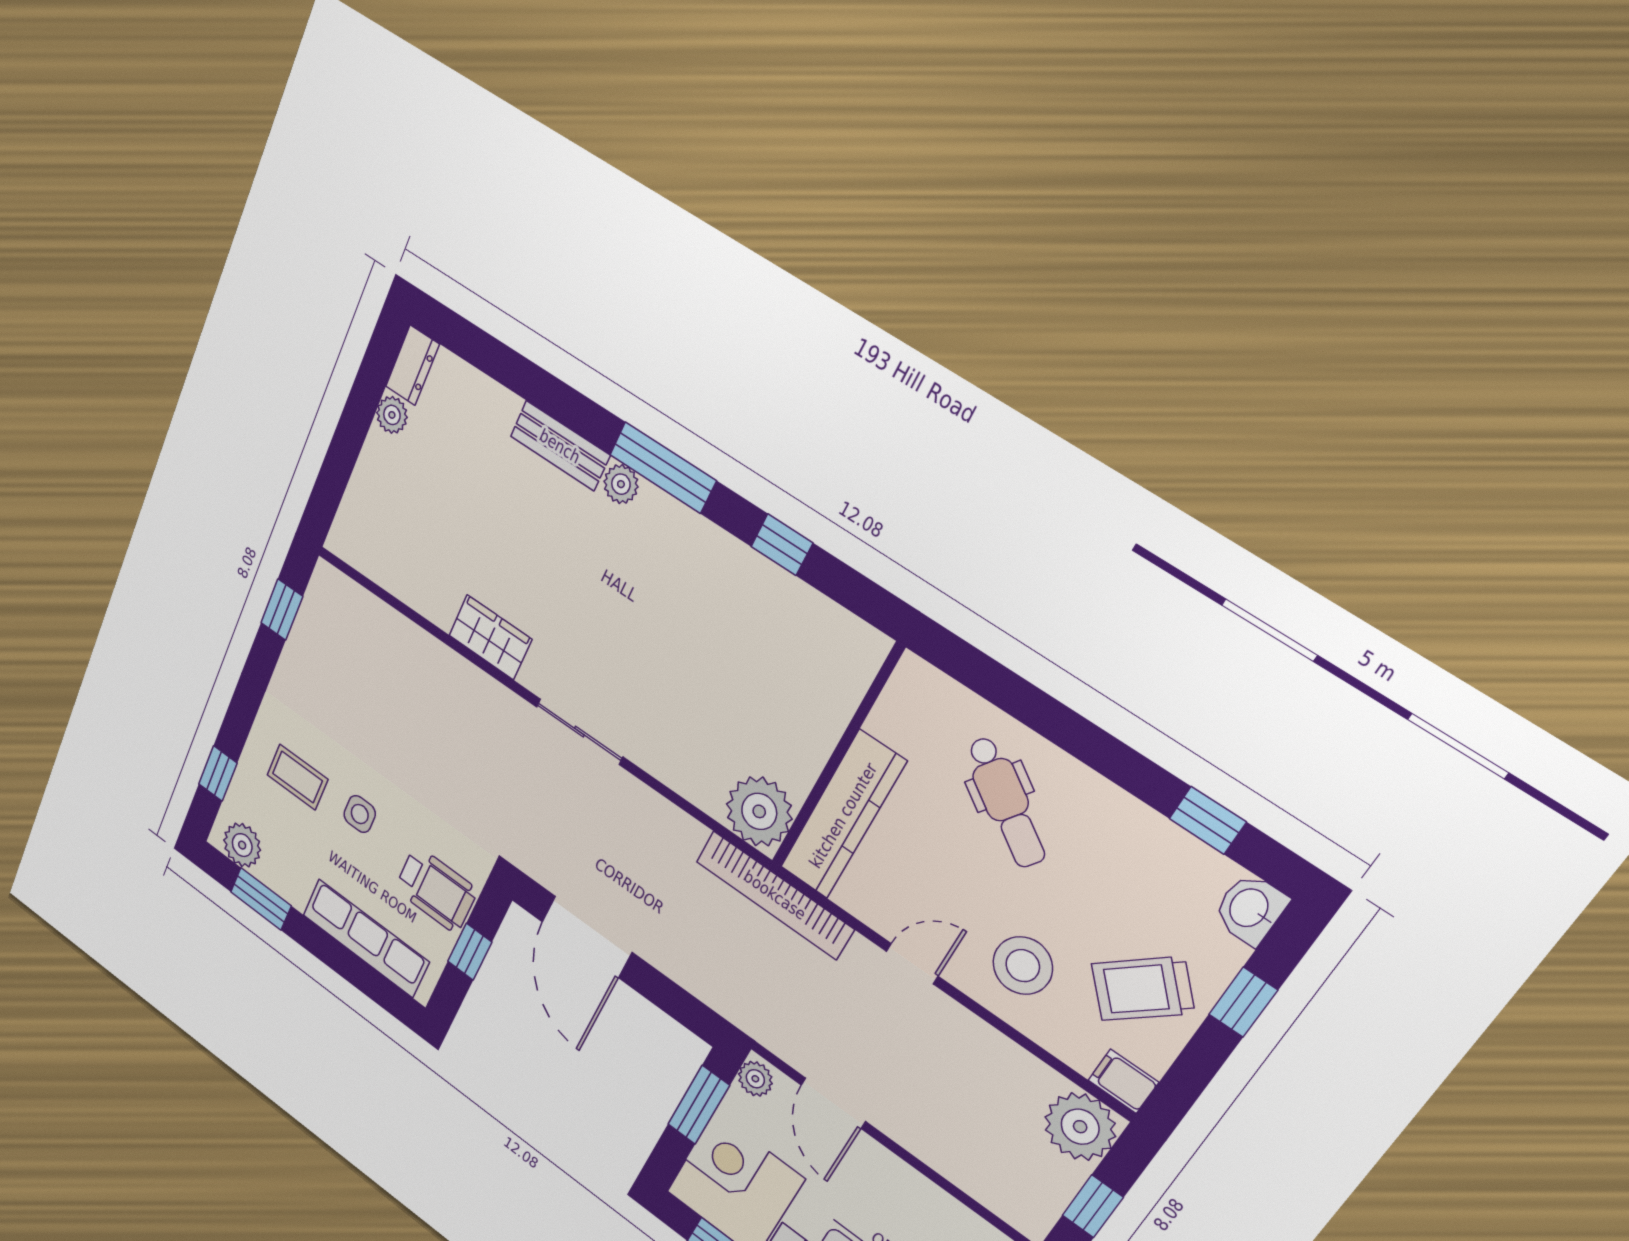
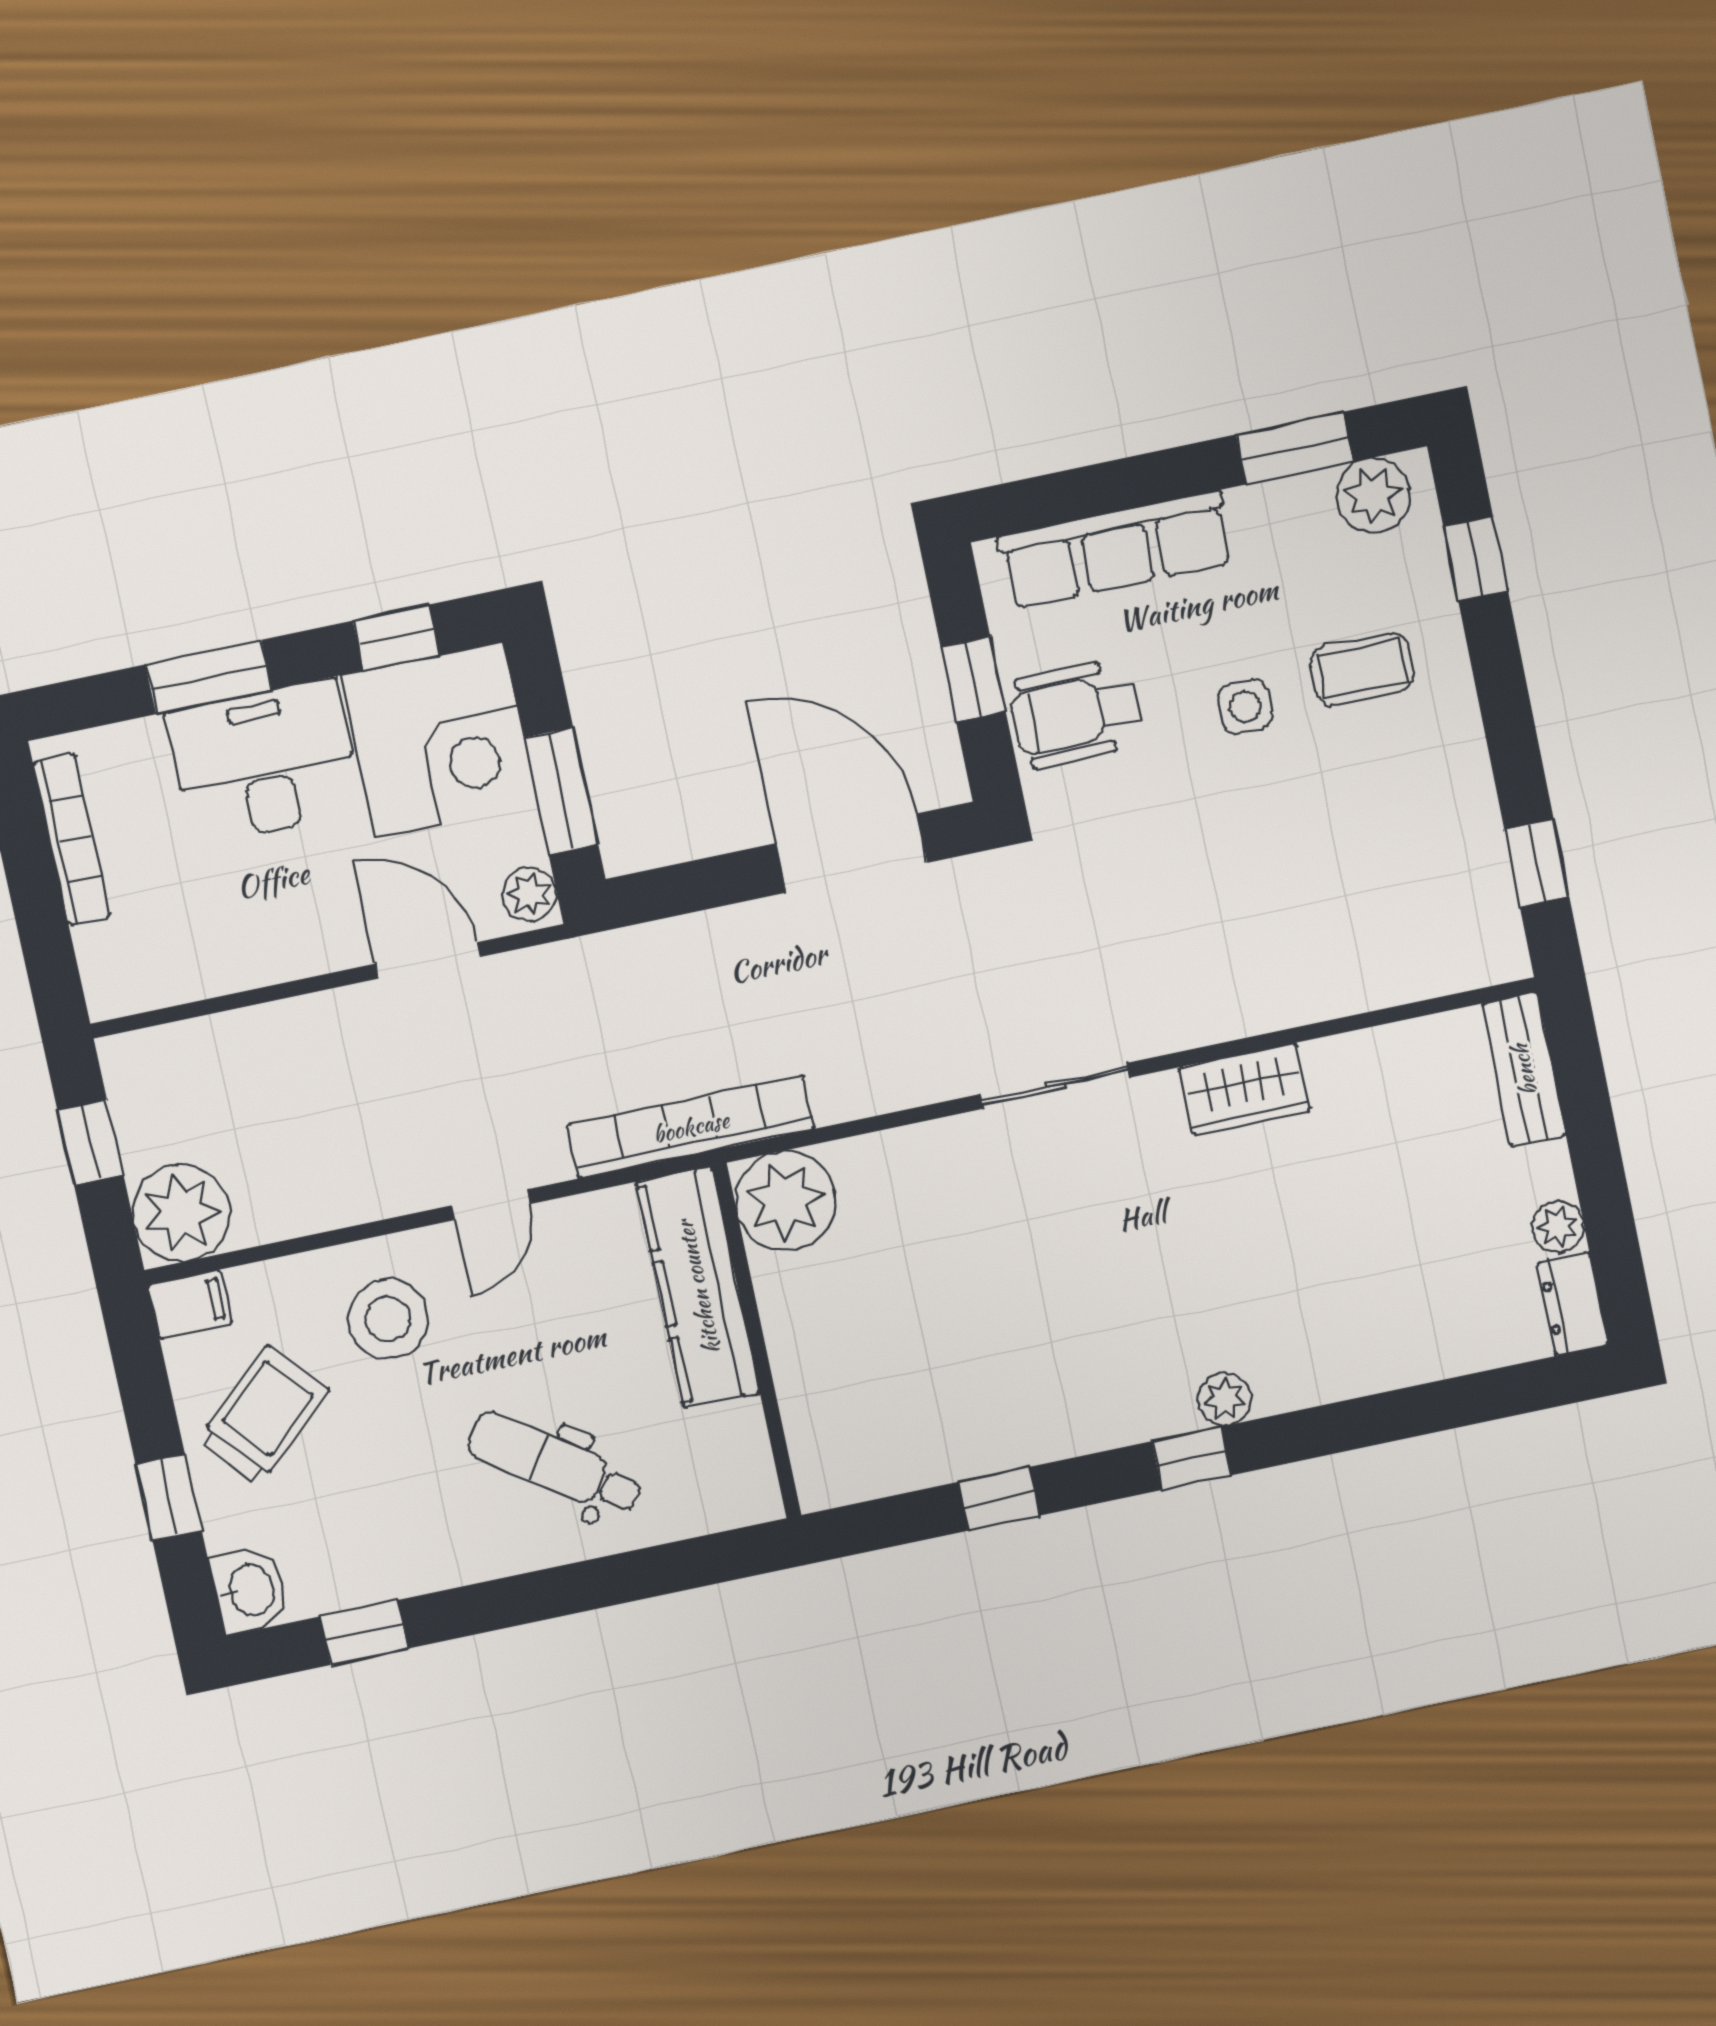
bench: (560, 446) -> (1524, 1070), moved, turned 90
window: (663, 468) -> (1192, 1458), width x0.46

